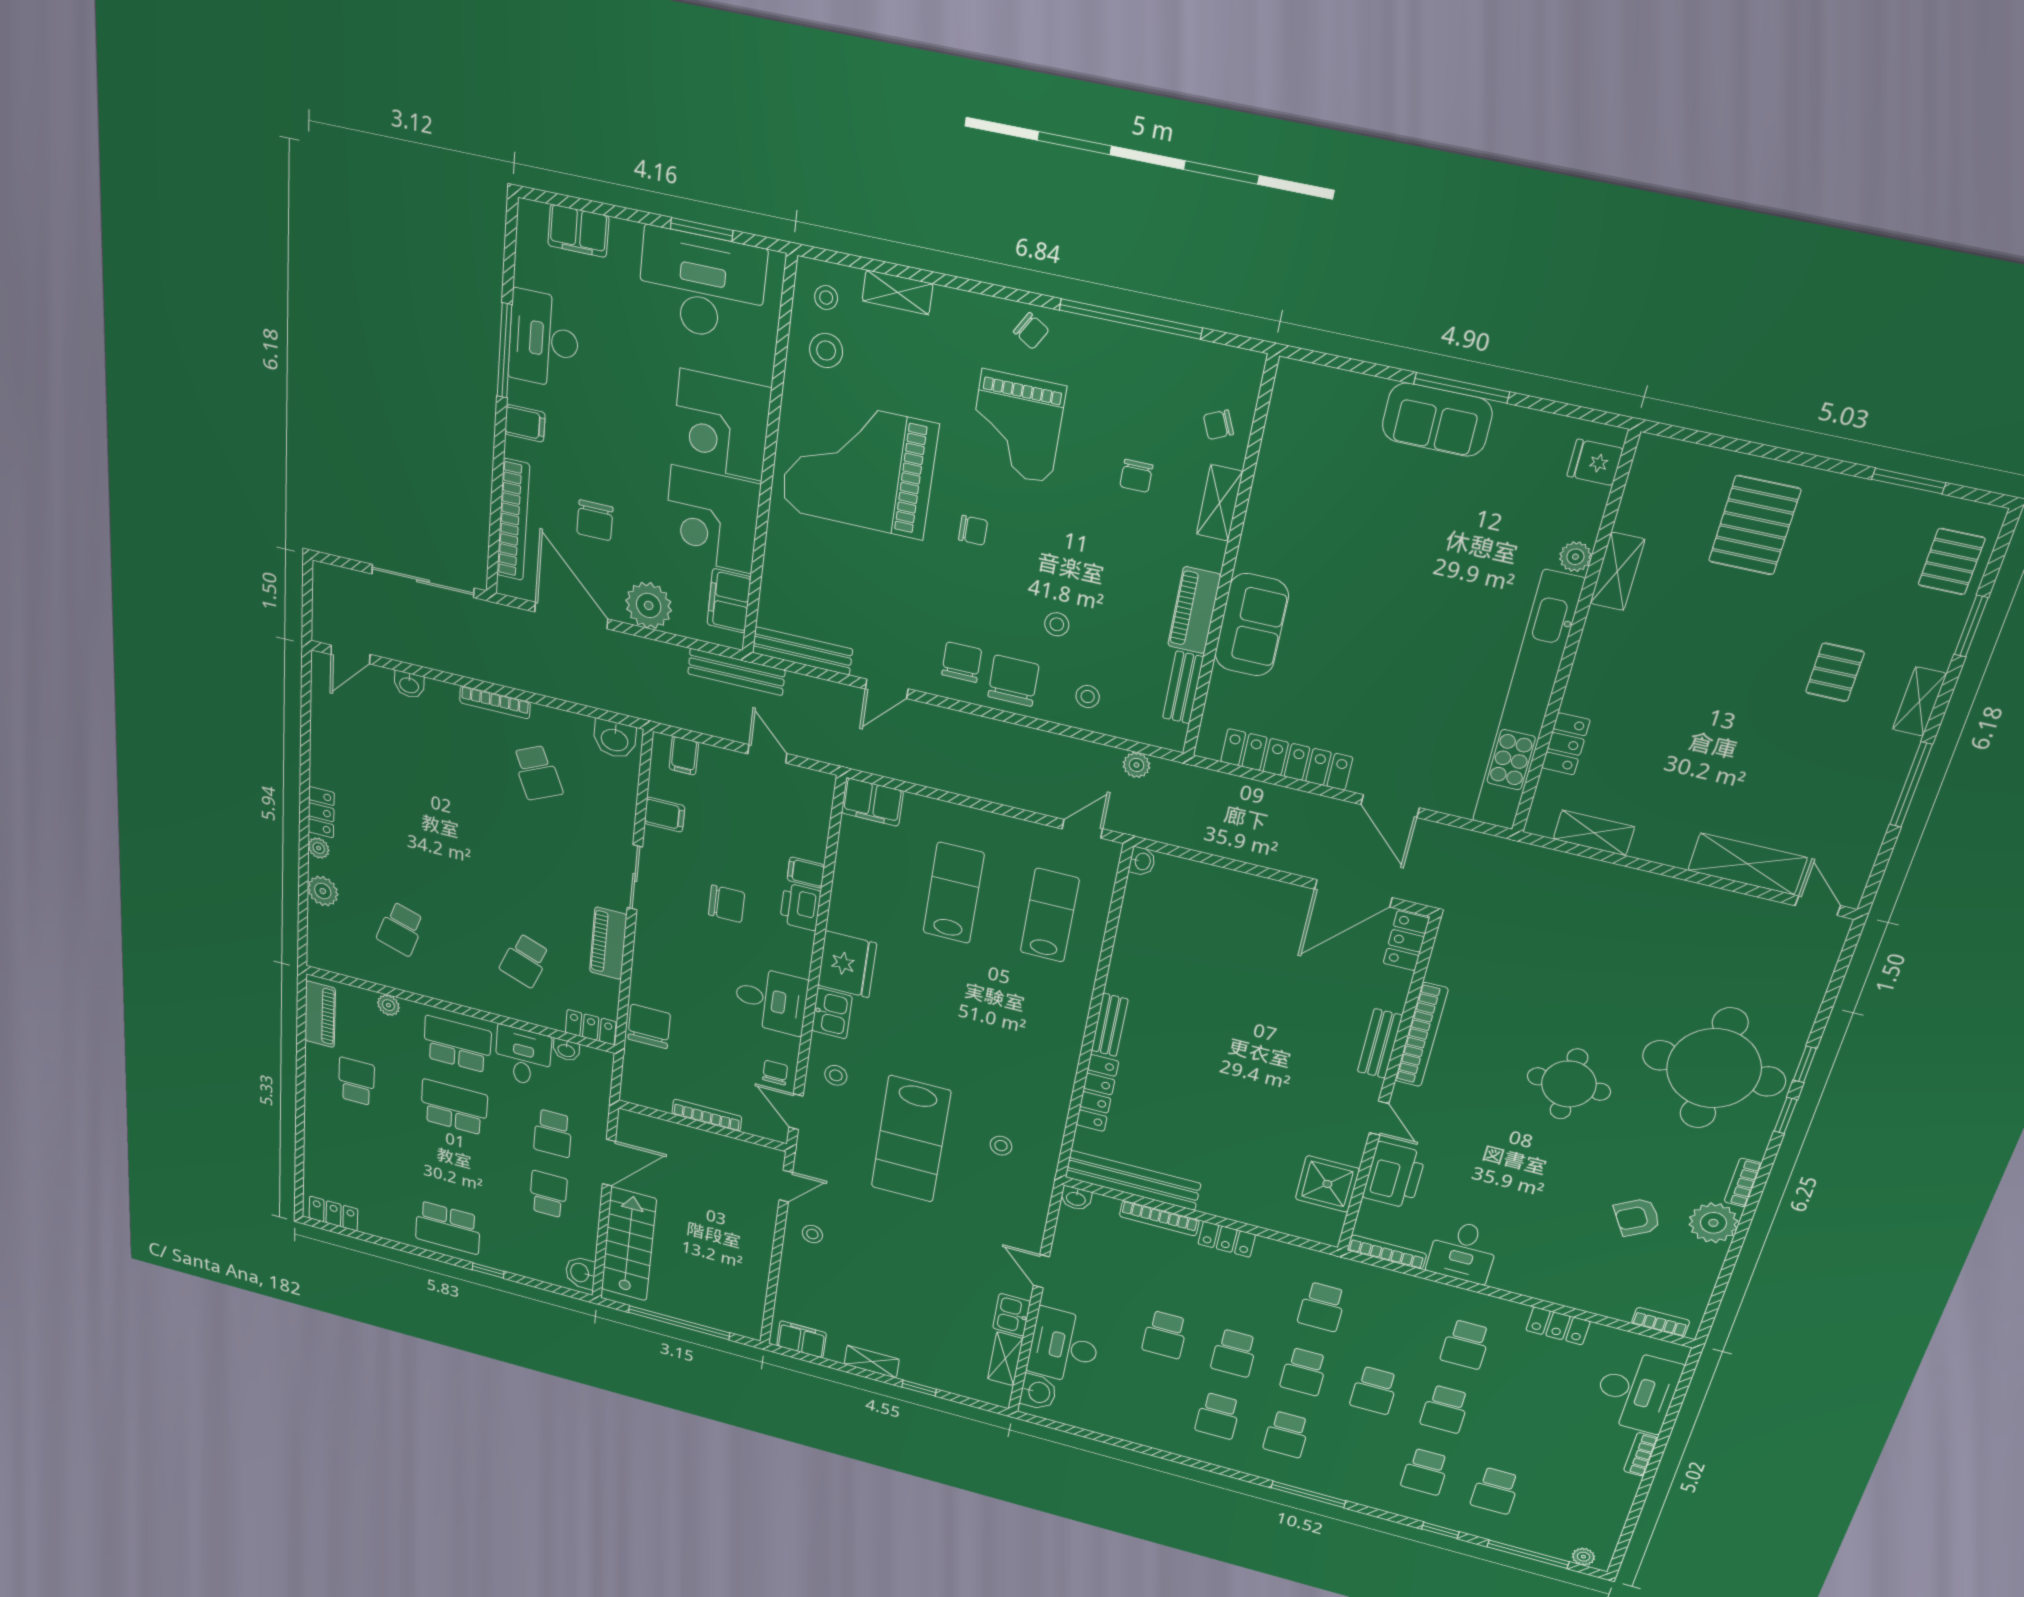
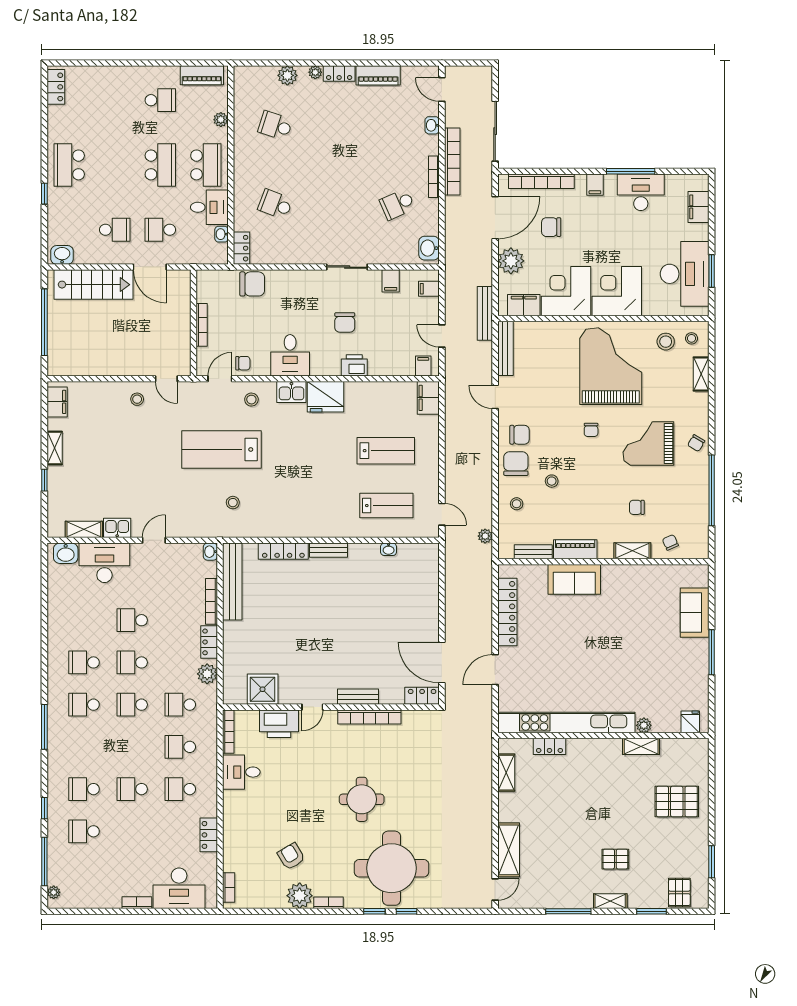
sofa: (1437, 420) -> (695, 613), moved
pallet: (1952, 562) -> (679, 892), turned 90
bookcase: (471, 666) -> (452, 161), added
chair: (1013, 681) -> (516, 464), turned -90
door: (767, 754) -> (442, 336), swing flipped
washbasin: (1142, 861) -> (389, 549), moved
filing cabinet: (806, 873) -> (423, 366), moved
piano: (608, 943) -> (378, 75), moved, turned 180
plant: (1280, 1256) -> (207, 674), added
school desk: (1374, 1390) -> (180, 747), moved

